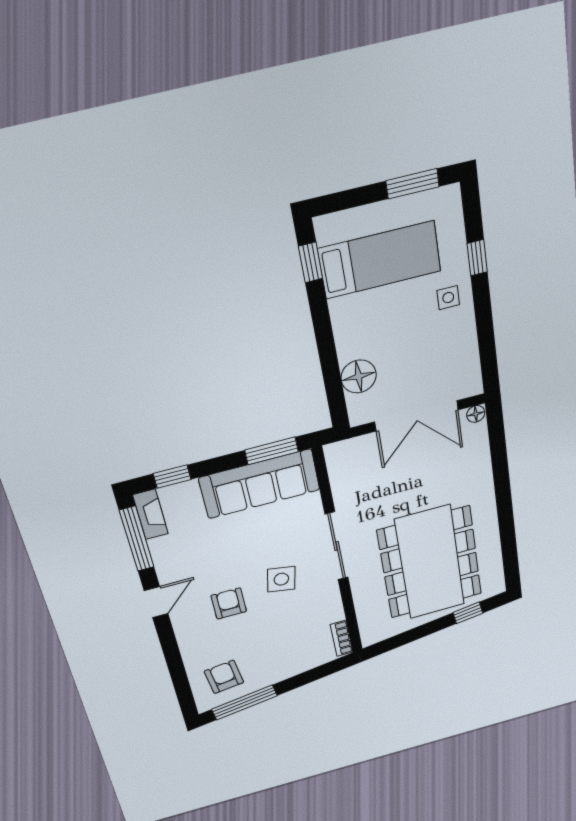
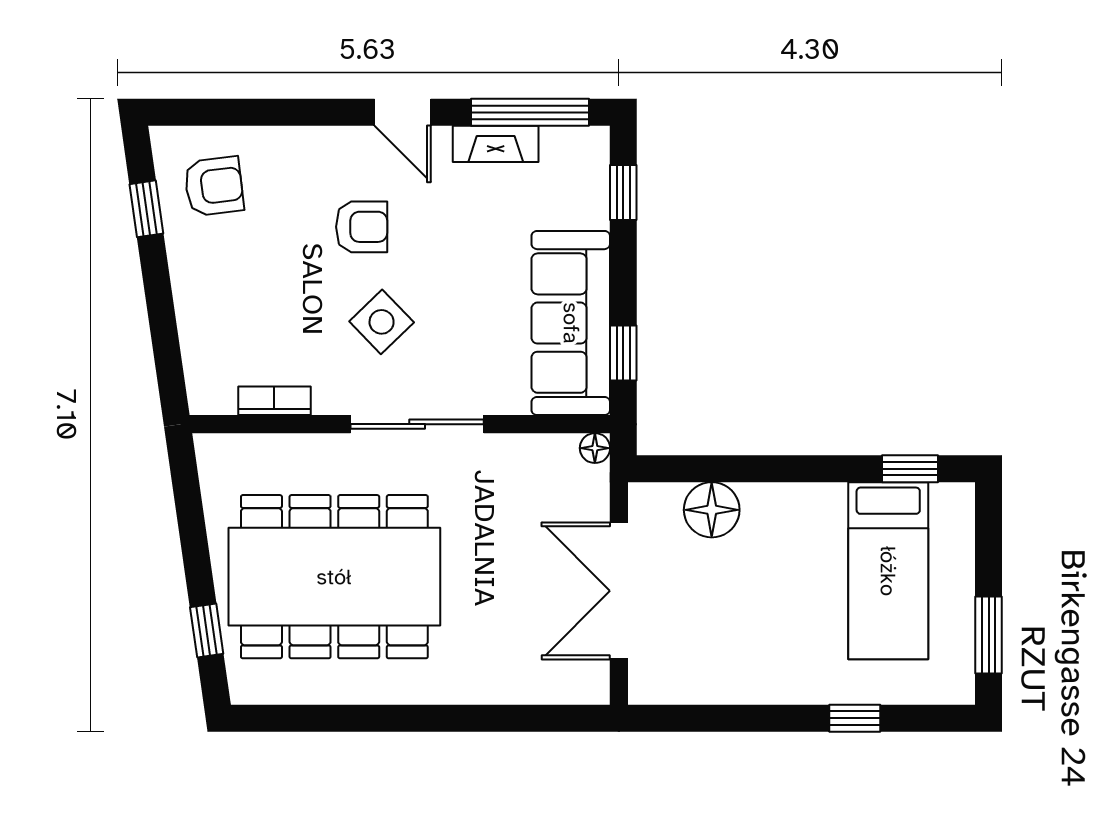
side table: (448, 298) -> (803, 666), removed
floor lamp: (476, 414) -> (595, 448), moved
window: (272, 451) -> (623, 353), width x0.67
fireplace: (150, 514) -> (496, 144), moved
side table: (281, 579) -> (382, 322), turned 35
bookcase: (342, 638) -> (274, 401), moved
window: (244, 702) -> (146, 209), width x0.46

